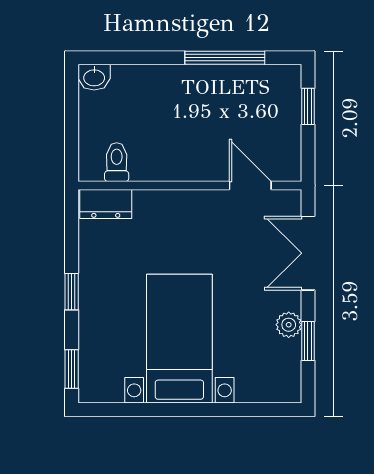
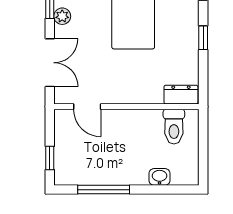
washbasin: (94, 77) -> (160, 177), moved
toilet: (117, 162) -> (174, 127), width x1.37, depth x1.39

